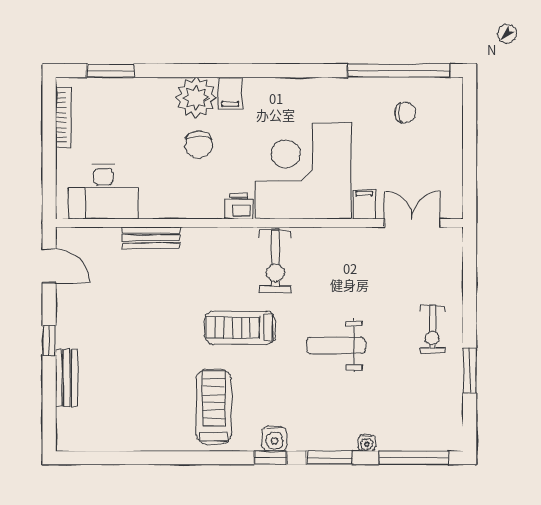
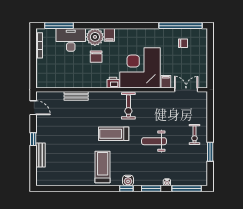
window: (110, 71) -> (59, 26), width x1.44
desk: (103, 192) -> (71, 40), moved, turned 180

